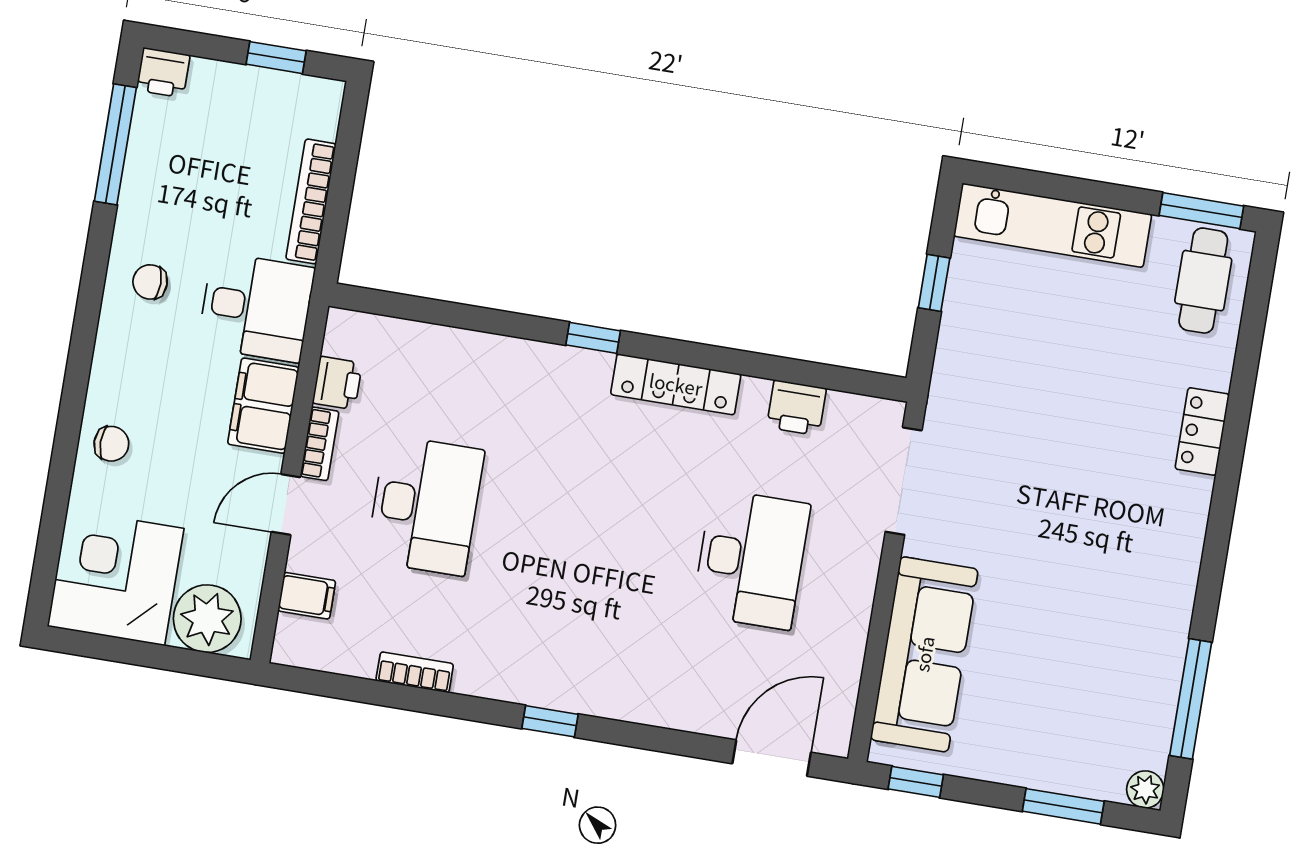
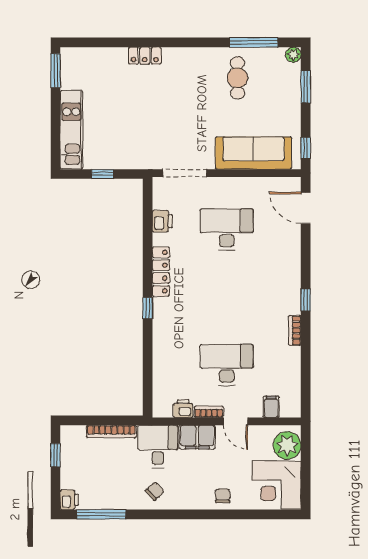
cafe table: (1203, 281) -> (237, 78), moved, turned 90
chair: (150, 282) -> (155, 491), turned -133
bookcase: (415, 672) -> (295, 330), moved

